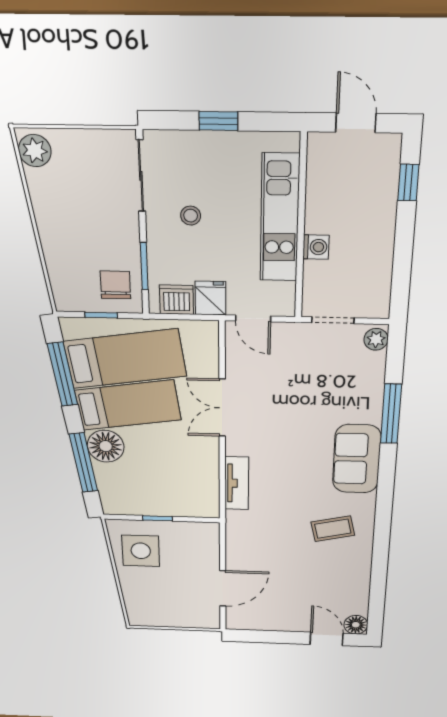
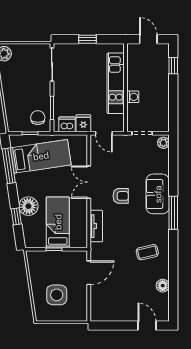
stool: (191, 216) -> (74, 83), removed
bed: (128, 405) -> (58, 222), moved, turned -82
window: (391, 414) -> (173, 213), moved
armchair: (285, 434) -> (121, 196), added
sofa: (357, 459) -> (158, 194), moved
window: (83, 463) -> (16, 216), width x0.46
side table: (141, 551) -> (57, 295), moved
door: (223, 588) -> (89, 273), moved
floor lamp: (356, 625) -> (163, 286), moved

